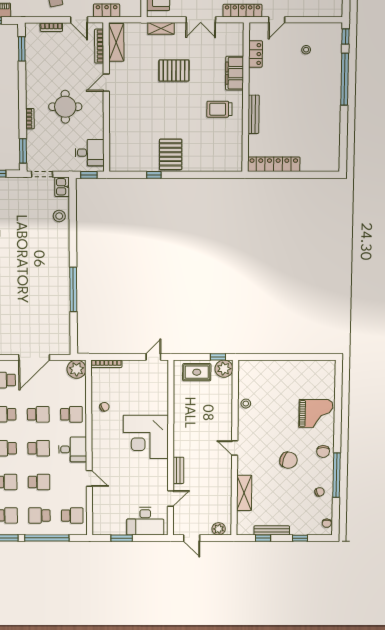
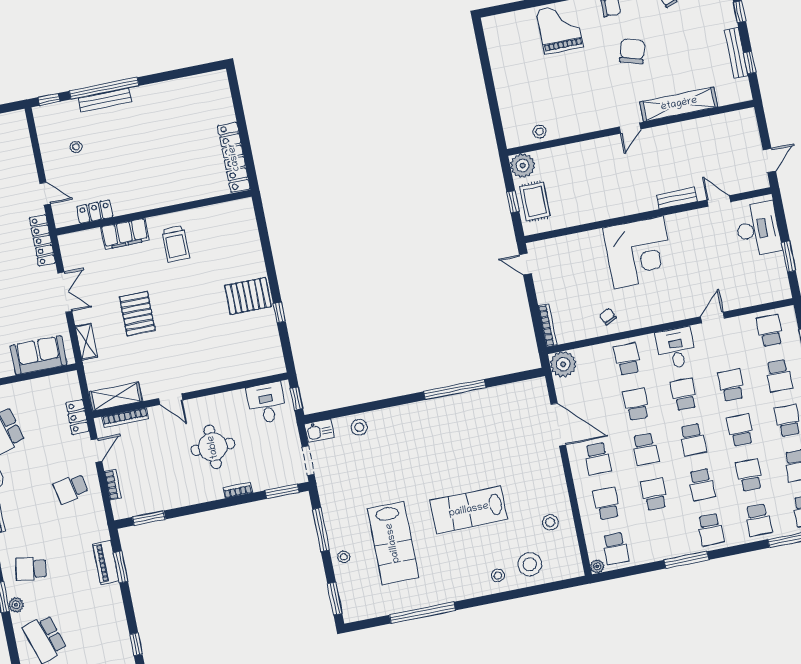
bench: (254, 114) -> (105, 100), moved
window: (218, 357) -> (513, 202), moved
stool: (246, 404) -> (540, 132), moved
shelving: (244, 493) -> (679, 104), width x1.47
plant: (219, 529) -> (749, 126), removed

